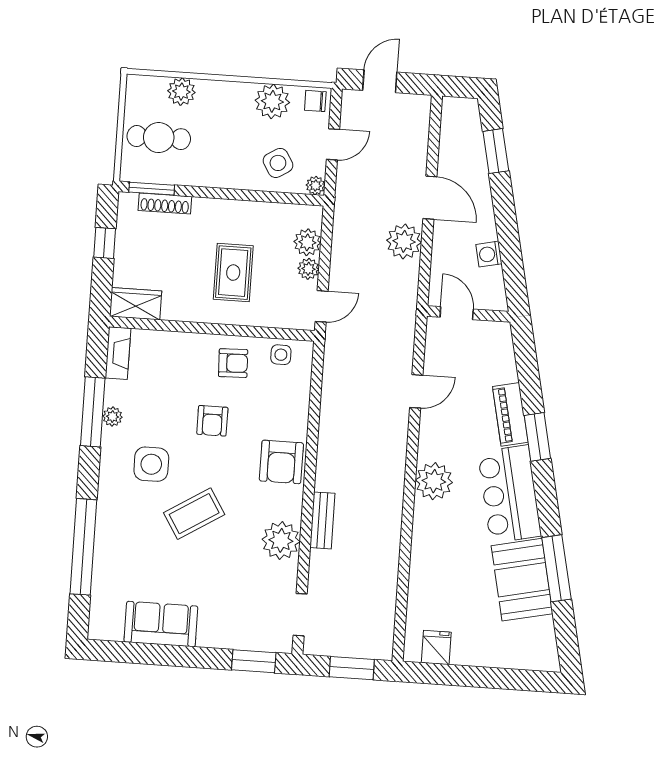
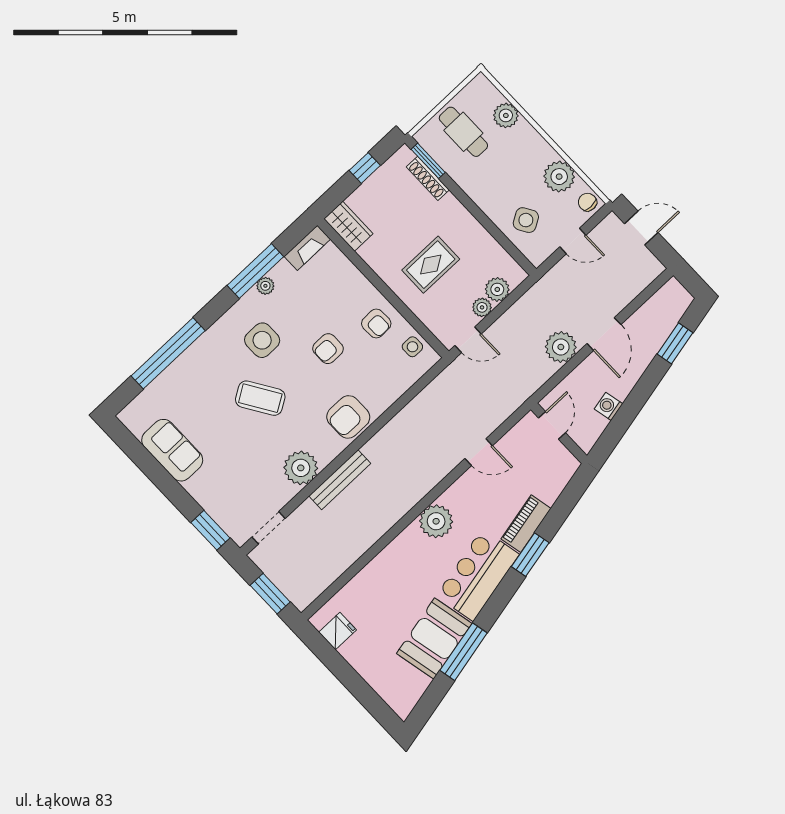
plant: (315, 186) -> (537, 257), removed
bench: (322, 520) -> (340, 480), width x1.36

